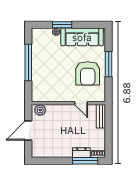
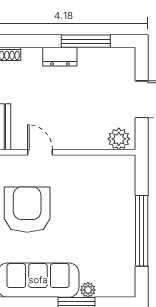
dresser: (81, 153) -> (60, 57), moved
window: (85, 161) -> (86, 41), moved

